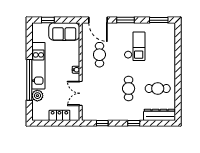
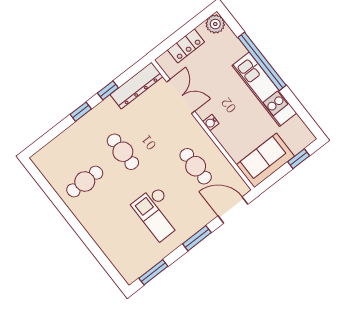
plant: (37, 96) -> (215, 24), moved
dresser: (160, 115) -> (136, 86), moved
window: (102, 123) -> (108, 90), moved

